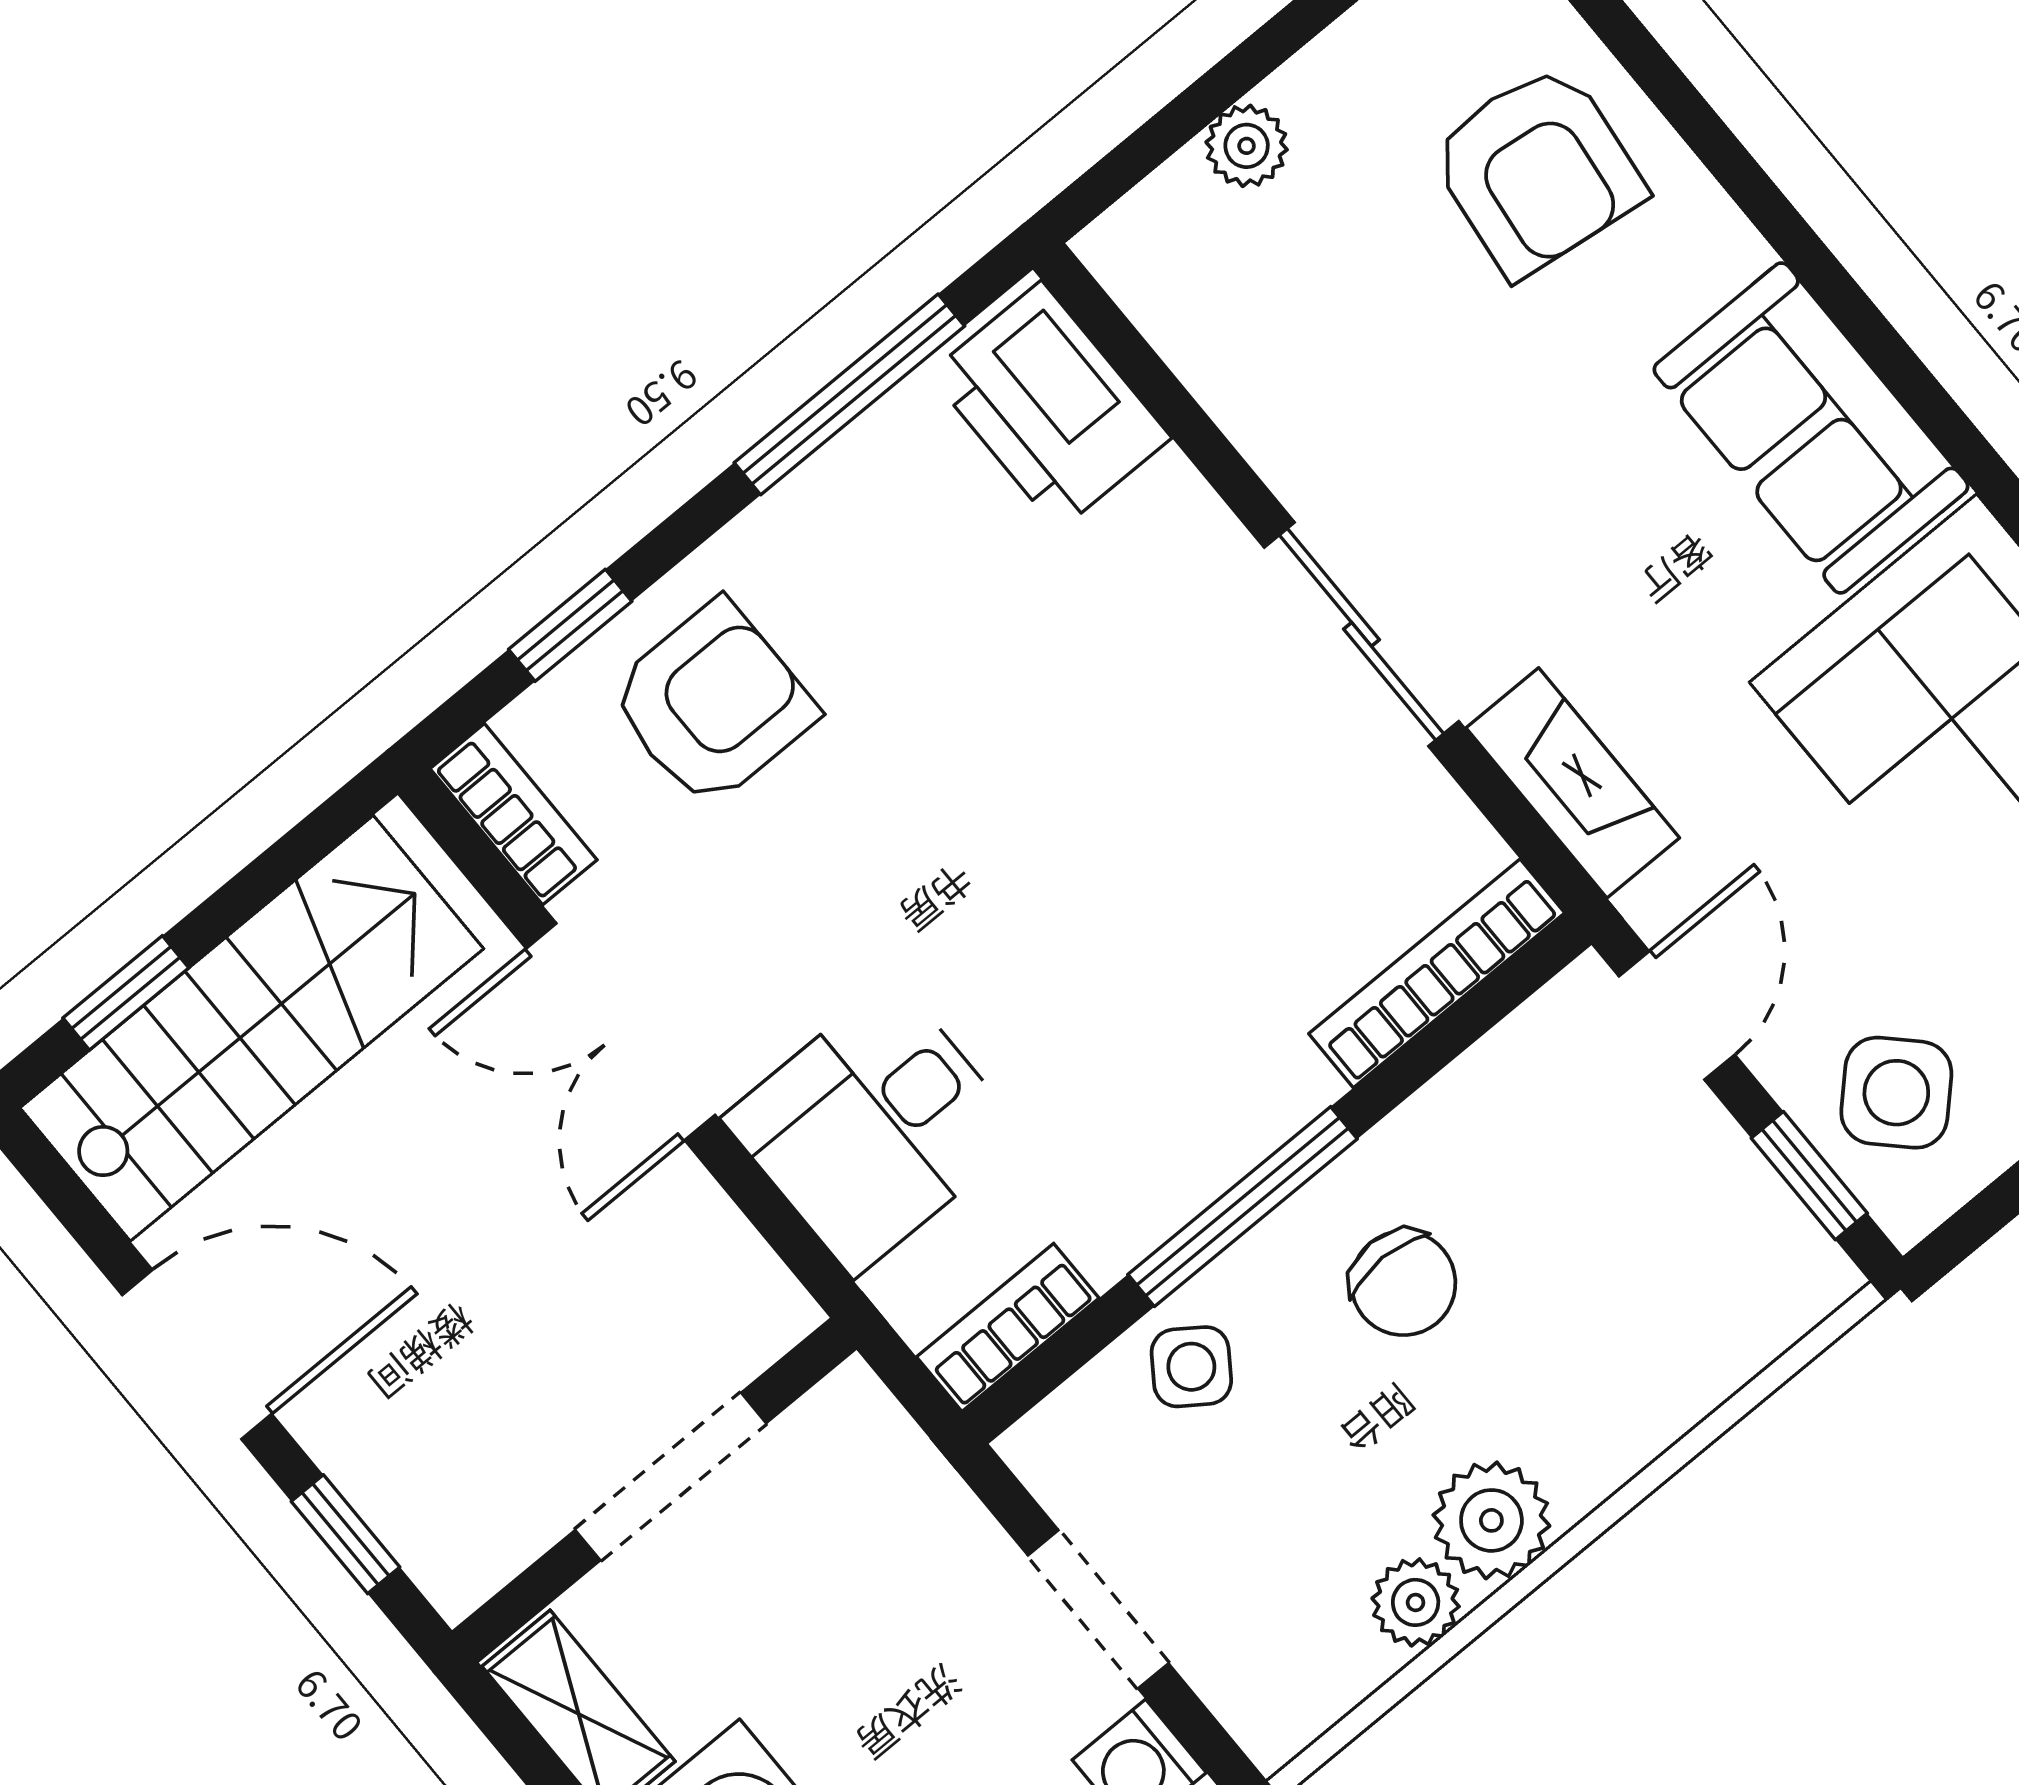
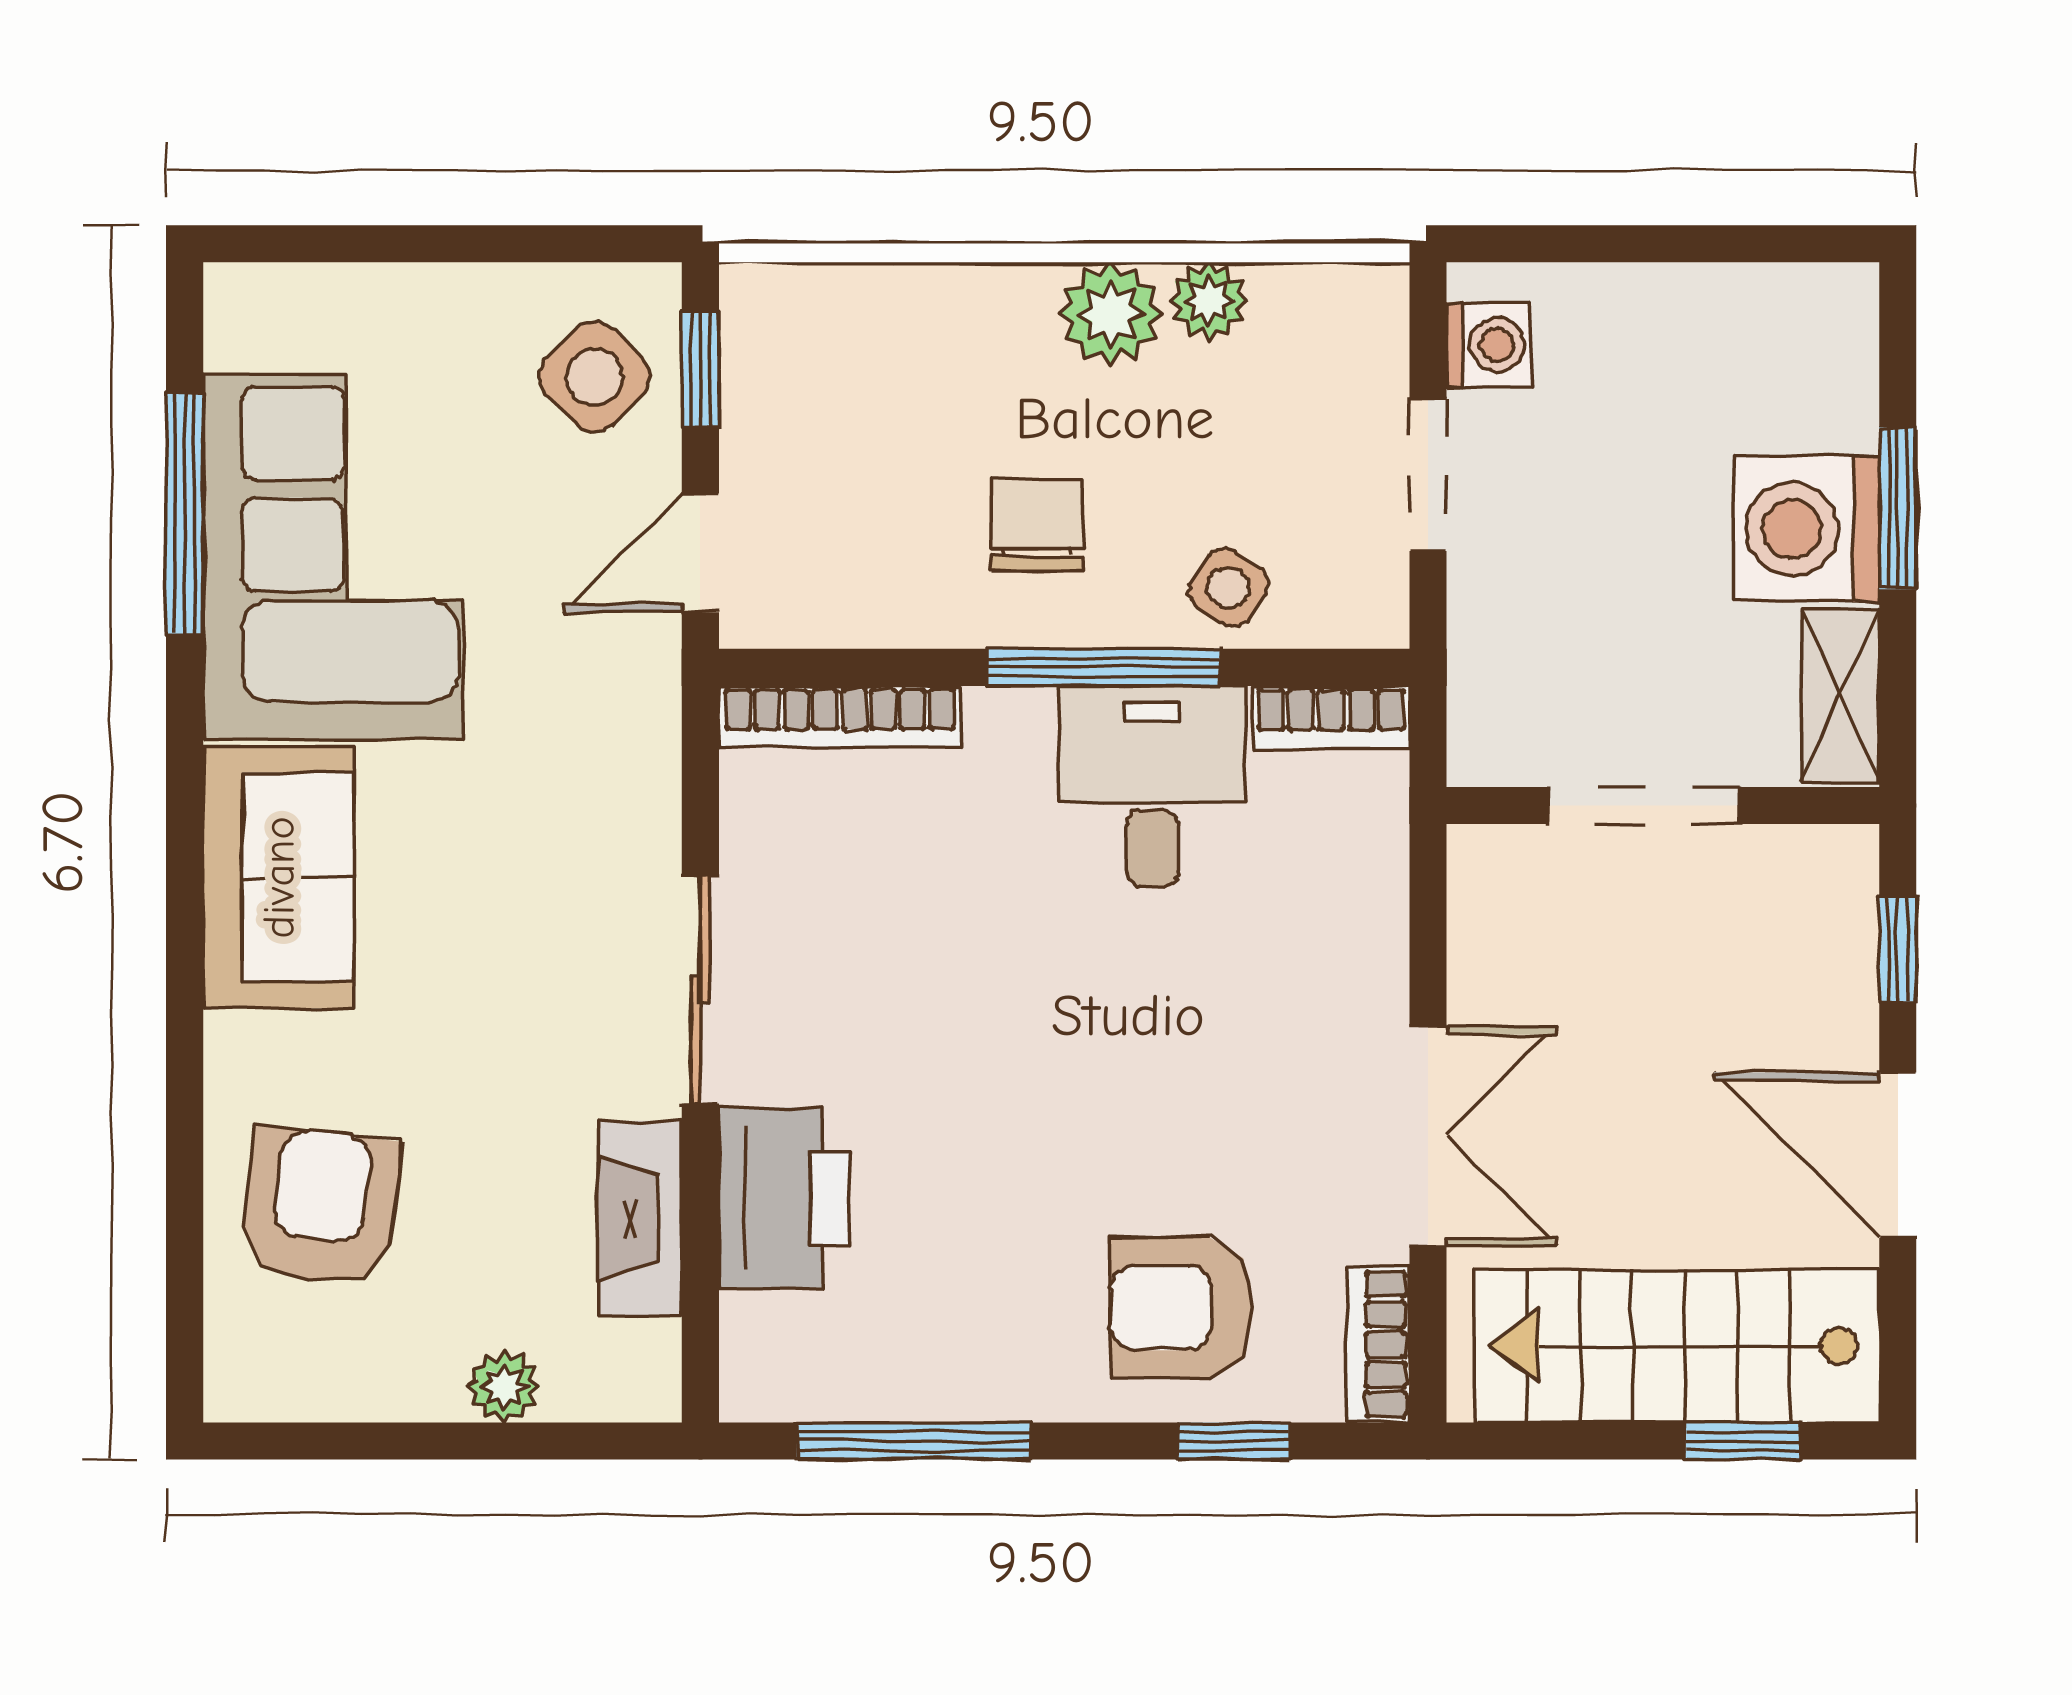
printer: (1050, 406) -> (784, 1198), moved
fireplace: (1573, 783) -> (640, 1219), moved
desk: (874, 1127) -> (1152, 786), moved, turned -90

